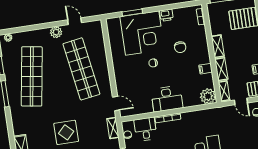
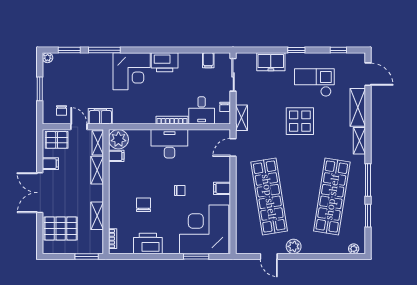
printer: (166, 15) -> (148, 243), width x1.87, depth x1.48
corner desk: (142, 33) -> (204, 229), moved
shelving: (218, 46) -> (97, 216), moved
filing cabinet: (206, 69) -> (116, 156), moved
filing cabinet: (120, 70) -> (222, 188), added
door: (116, 104) -> (233, 147), hinge flipped
filing cabinet: (225, 112) -> (100, 116), added
shelving: (17, 124) -> (359, 141), added

